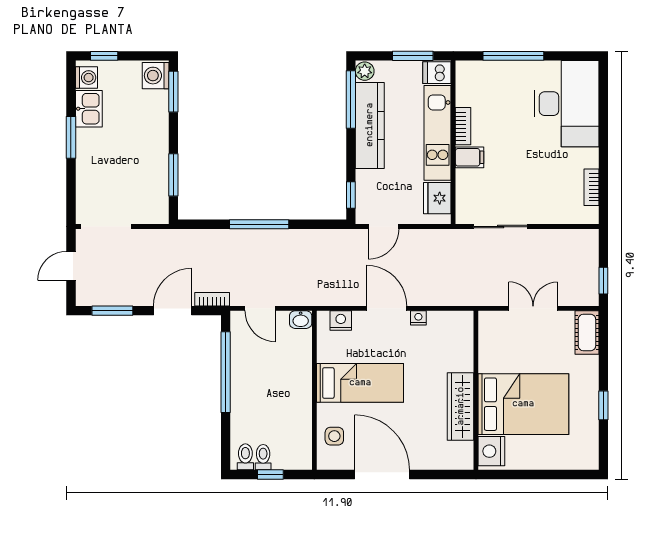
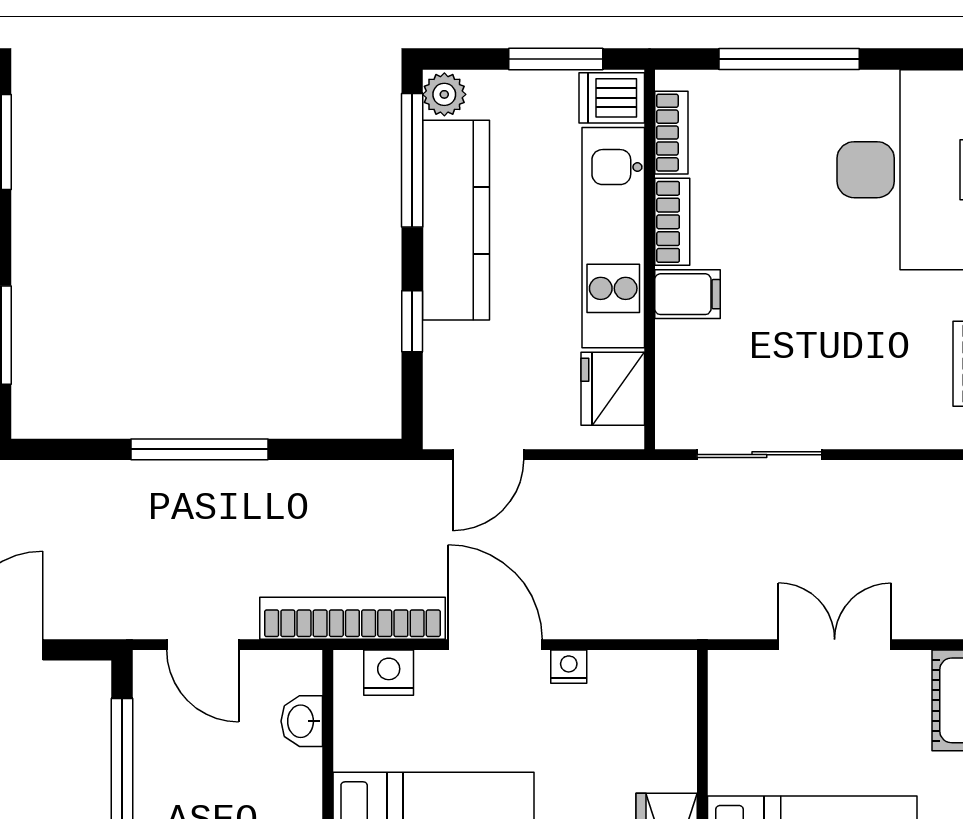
bookcase: (463, 88) -> (671, 133), added
window: (351, 195) -> (412, 321), moved
bookcase: (212, 299) -> (352, 618), moved, width x2.31, depth x1.31
washbasin: (301, 320) -> (302, 721), moved, turned 90

